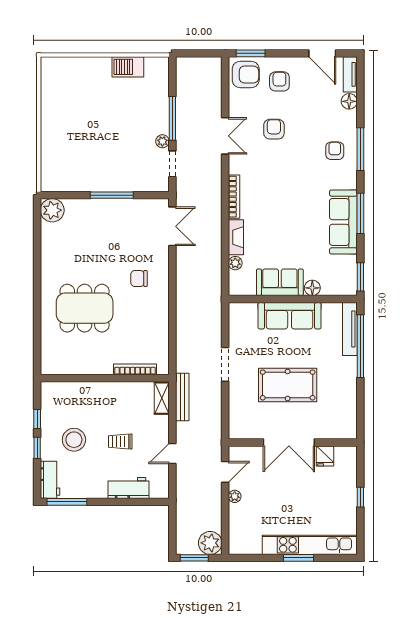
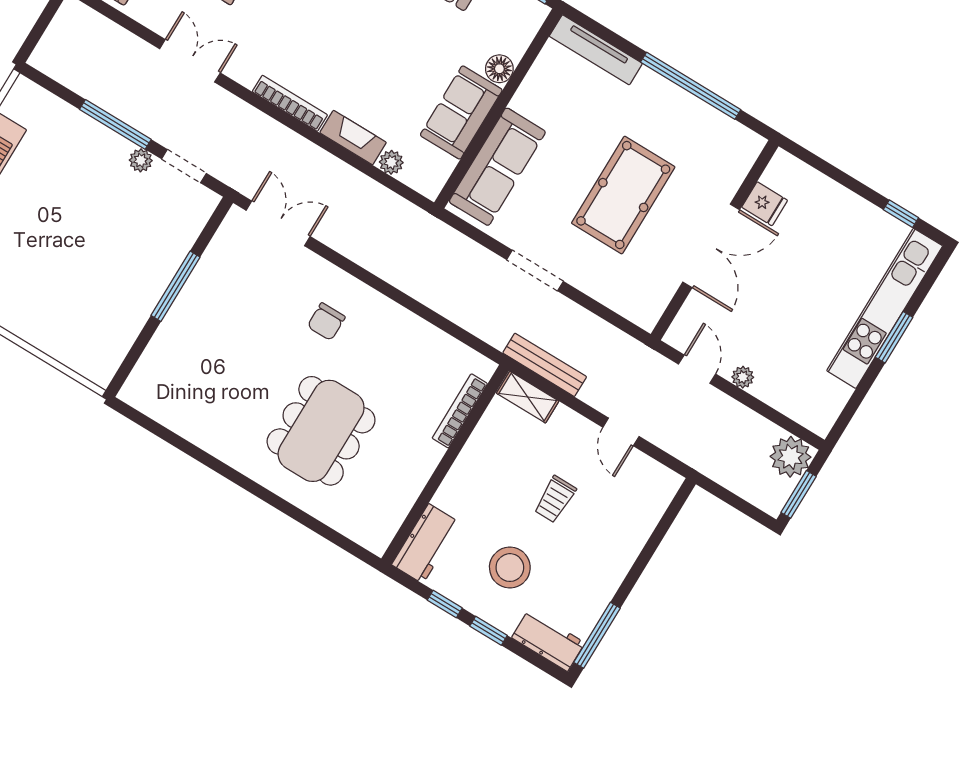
plant: (52, 210) -> (144, 390), removed
sofa: (290, 316) -> (497, 167), moved
window: (360, 346) -> (691, 86), moved
workbench: (129, 488) -> (426, 544), moved, turned 180
window: (360, 497) -> (901, 214), moved

